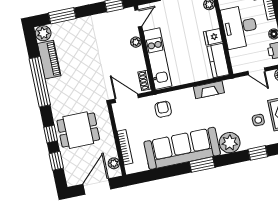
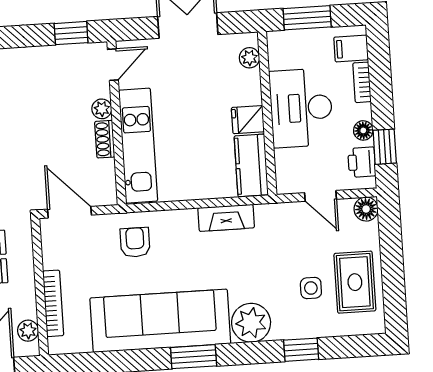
shoe rack: (144, 80) -> (105, 139), moved

